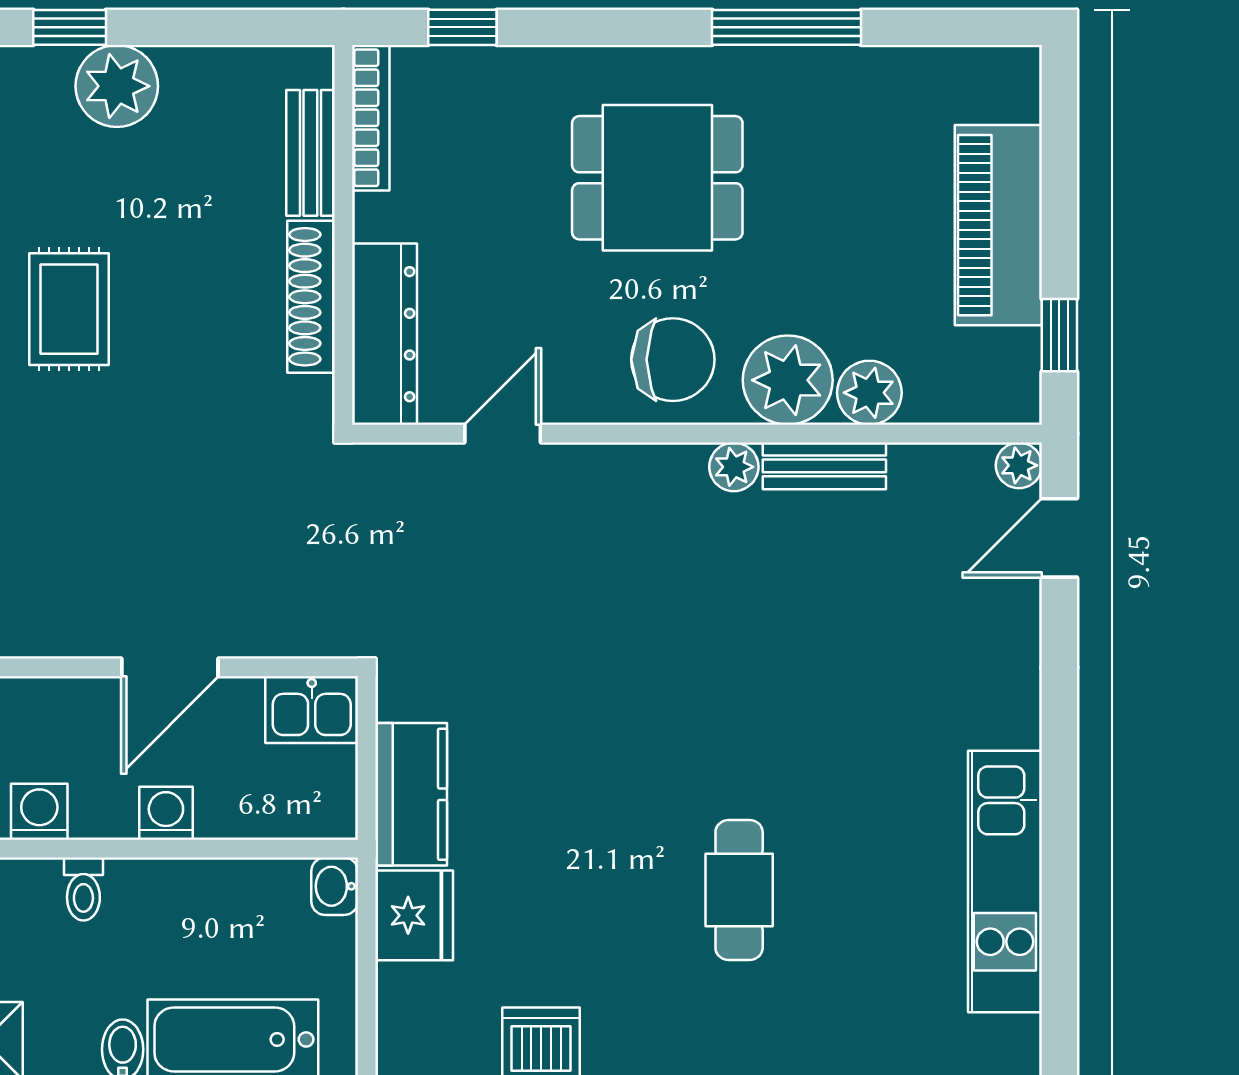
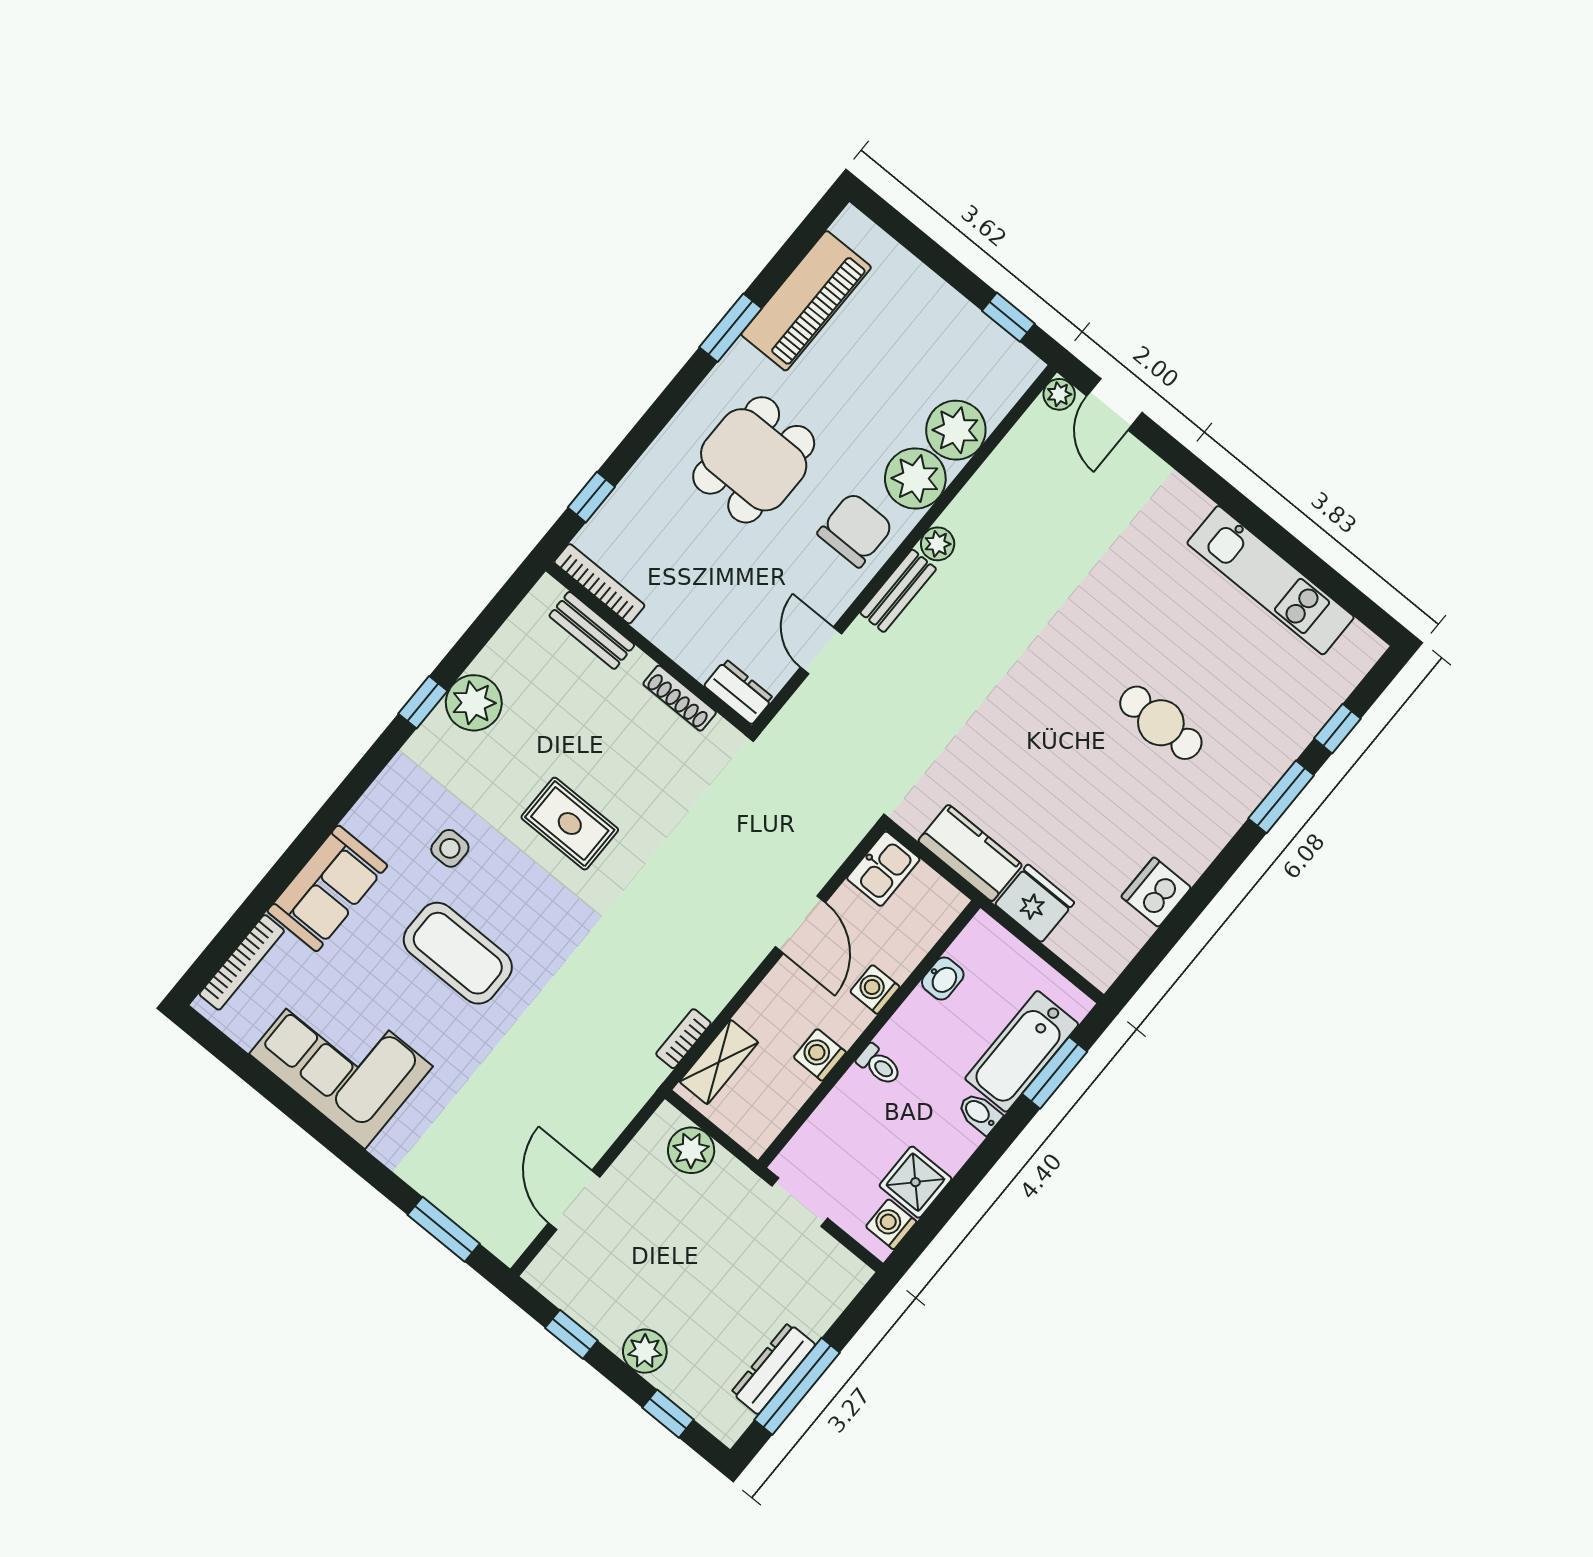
window: (786, 27) -> (731, 328), width x0.69
piano: (998, 225) -> (806, 301), moved, turned -90
shoe rack: (311, 297) -> (680, 698), width x0.74, depth x0.81
dresser: (384, 334) -> (739, 692), width x0.51, depth x0.80
plant: (869, 393) -> (956, 430), width x1.36, depth x1.36
bench: (824, 466) -> (898, 591), moved
washbasin: (335, 886) -> (943, 978), moved, turned -90

